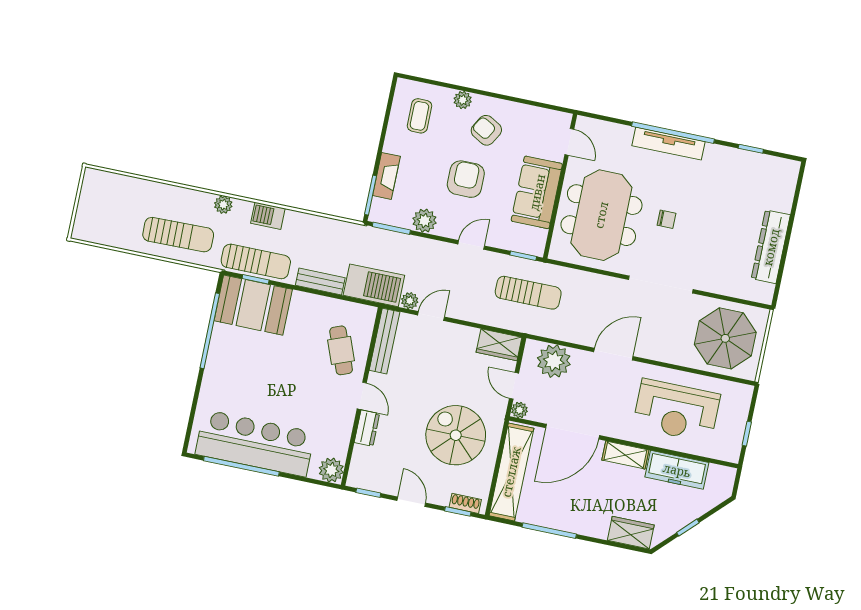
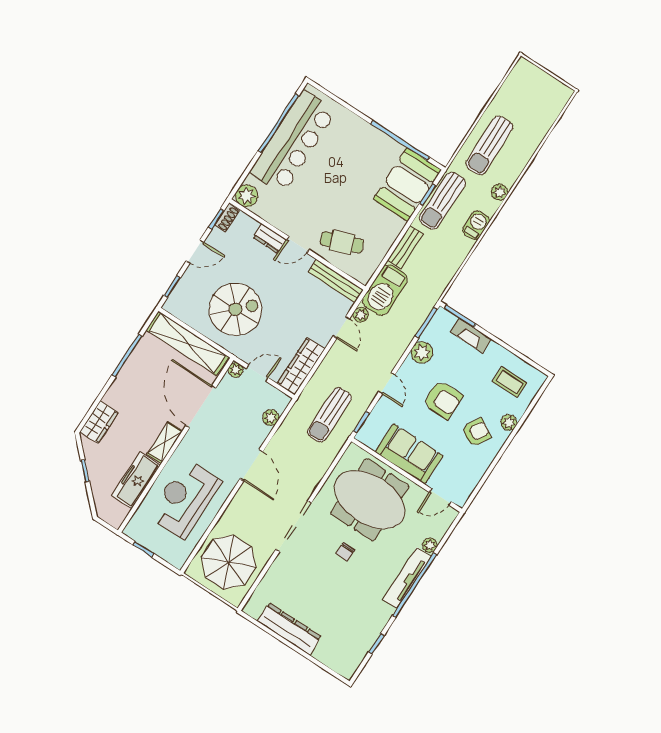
plant: (625, 133) -> (430, 545), added
wardrobe: (499, 345) -> (301, 366), width x1.50
plant: (554, 361) -> (271, 418), width x0.53, depth x0.53
shoe rack: (465, 503) -> (227, 218), moved

